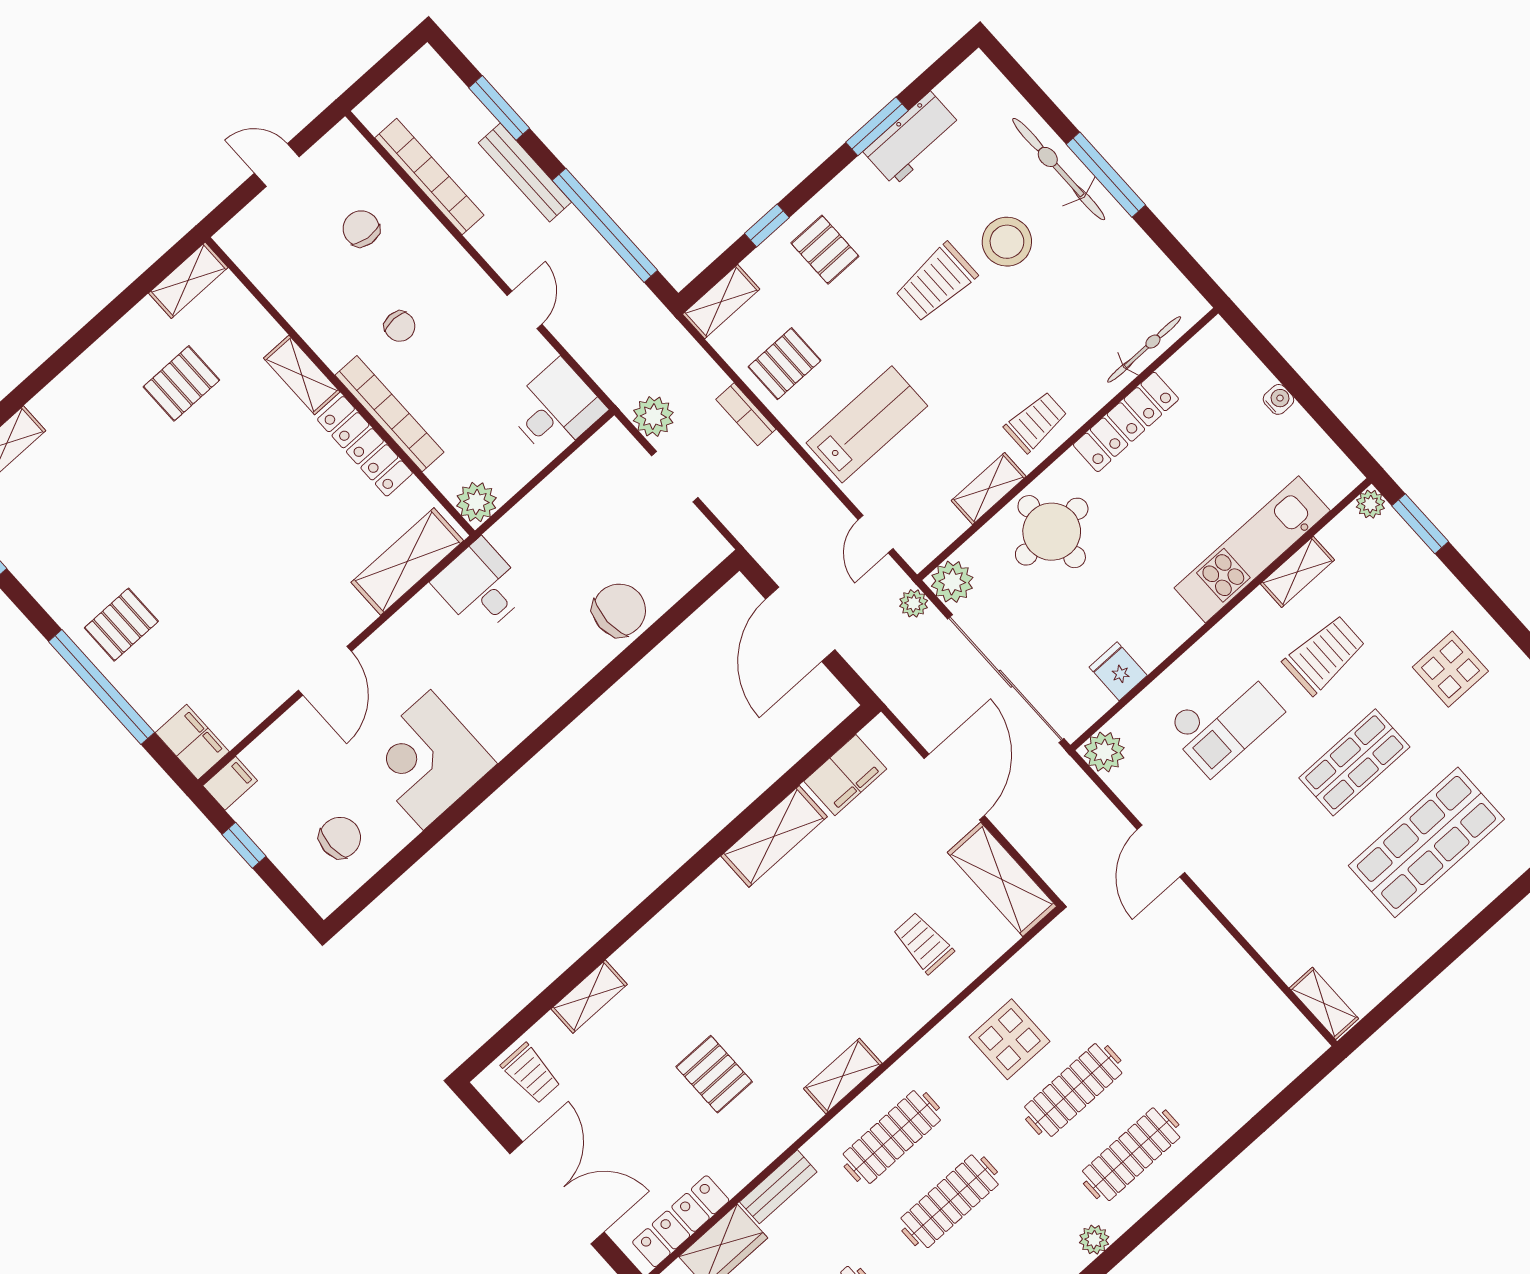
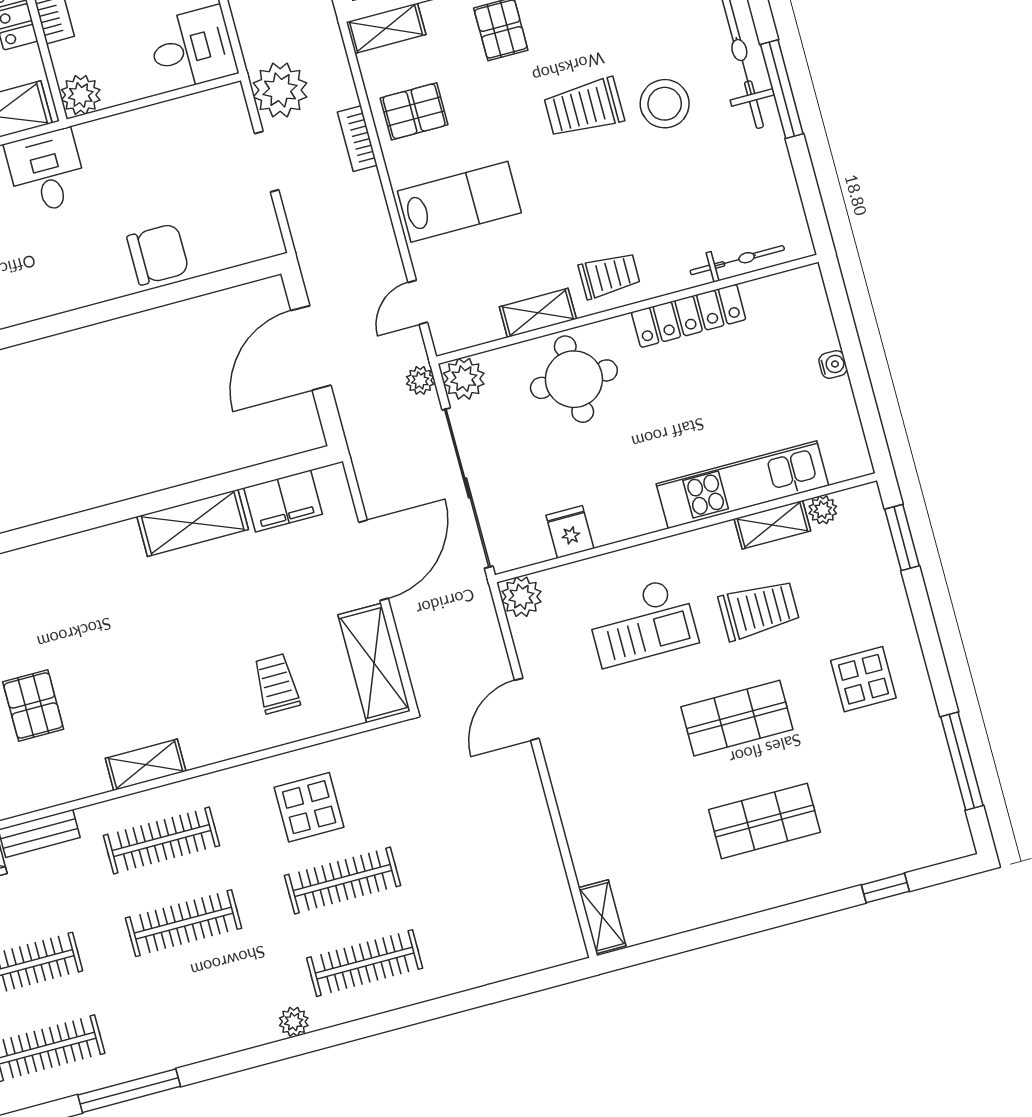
plant: (653, 417) -> (280, 90), width x1.36, depth x1.36
plant: (1370, 504) -> (823, 510), moved
shop shelf: (1426, 842) -> (764, 821), width x0.70, depth x0.74

